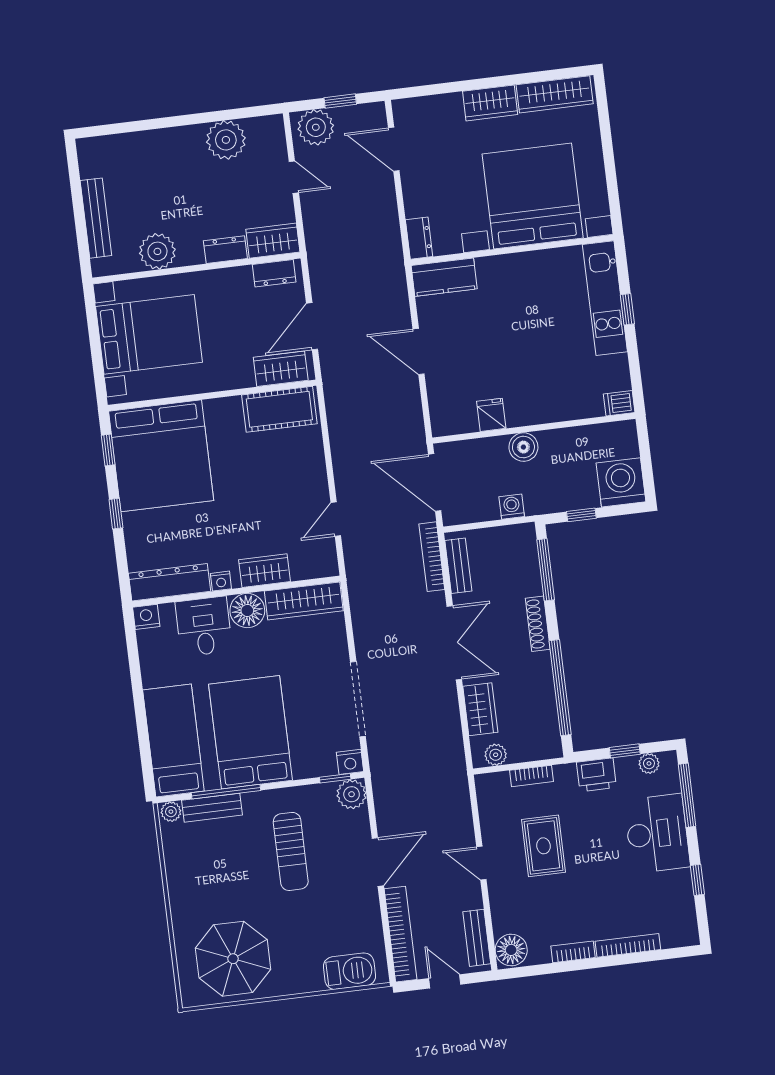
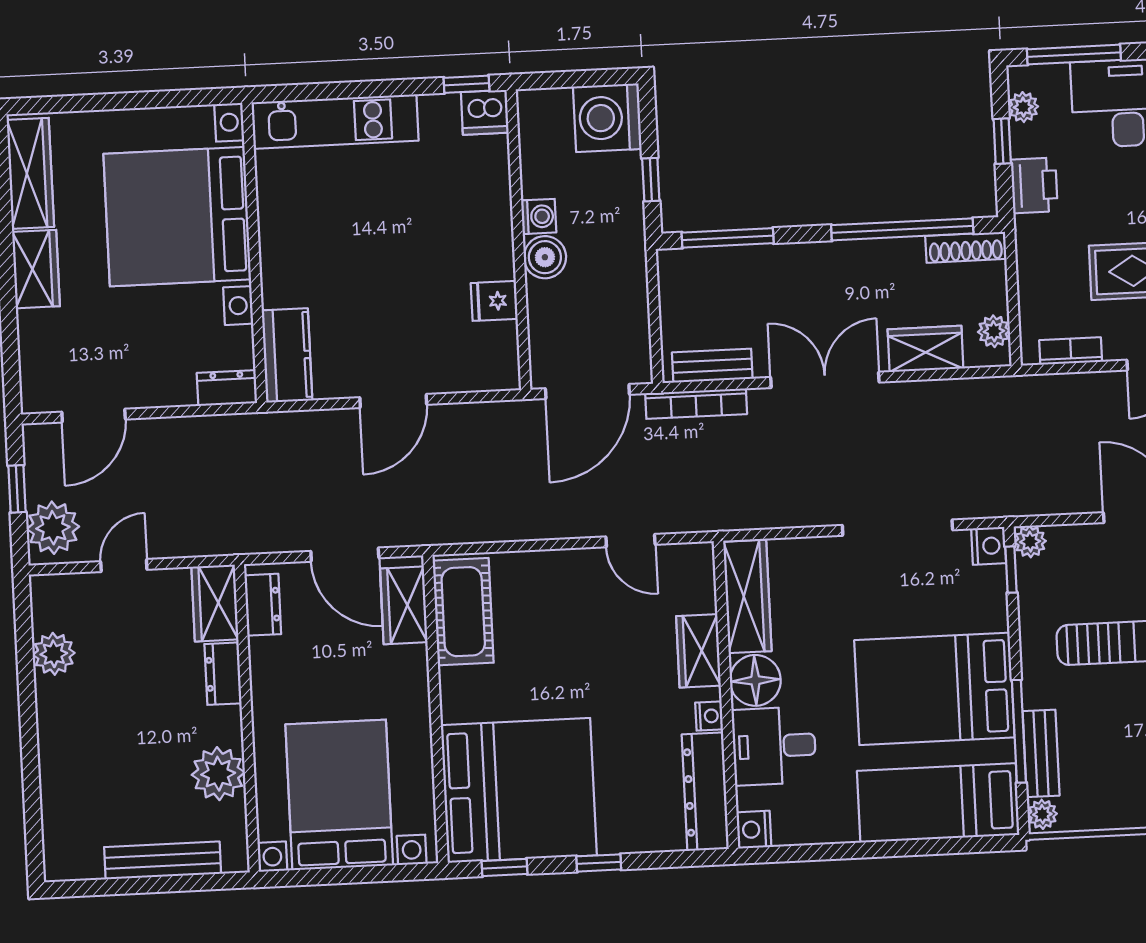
plant: (226, 140) -> (54, 654), width x0.73, depth x0.73
window: (627, 309) -> (467, 84), moved
dishwasher: (619, 403) -> (485, 112), width x1.38
washing machine: (512, 507) -> (539, 216), moved, turned 180
shoe rack: (538, 624) -> (966, 247), moved
bookcase: (532, 776) -> (1071, 351), moved, turned -90
plant: (352, 794) -> (1030, 542), width x0.73, depth x0.73

